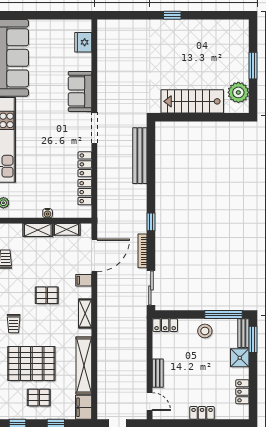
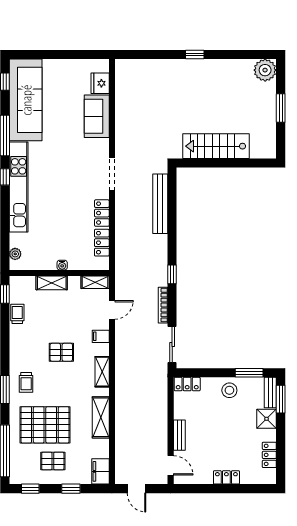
sofa: (80, 91) -> (97, 116), moved
plant: (238, 92) -> (265, 70), moved
shelving: (67, 229) -> (95, 282), moved
door: (94, 255) -> (112, 310), width x0.53
window: (223, 315) -> (249, 373), width x0.69
shelving: (84, 366) -> (101, 417), width x0.68

